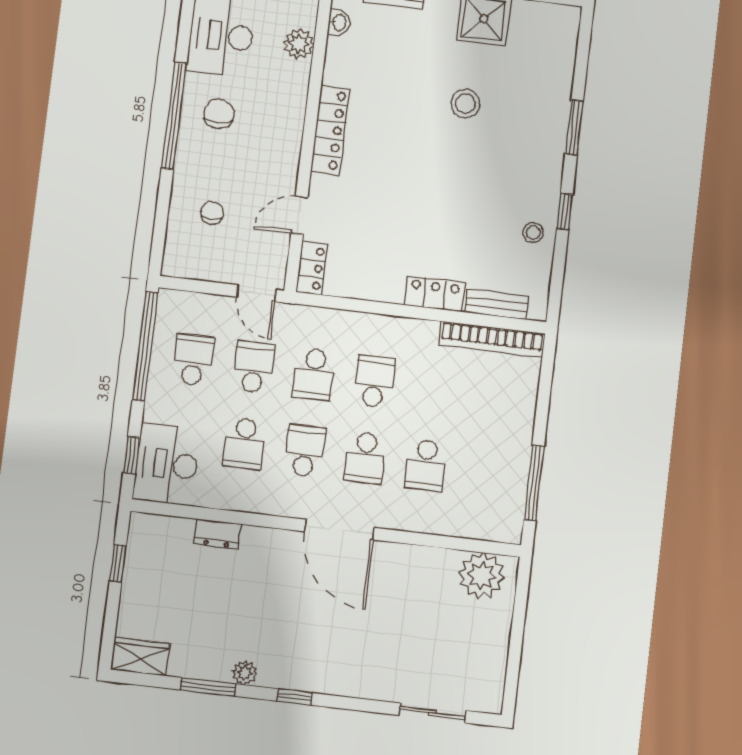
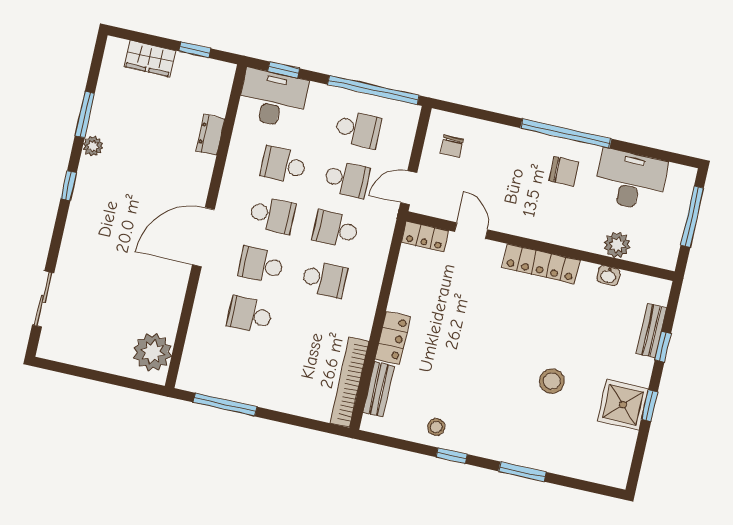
washbasin: (339, 23) -> (609, 276), moved
chair: (212, 213) -> (452, 146), moved, turned 90
wardrobe: (140, 657) -> (150, 59), moved, turned 90

